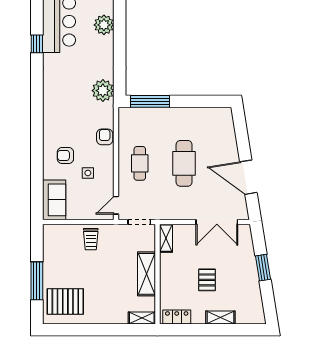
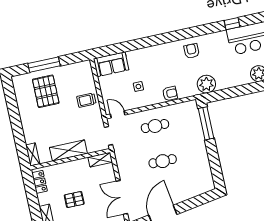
armchair: (65, 155) -> (192, 51), moved
cafe table: (184, 163) -> (163, 161), width x0.73, depth x0.74
pallet: (65, 301) -> (46, 91), moved

